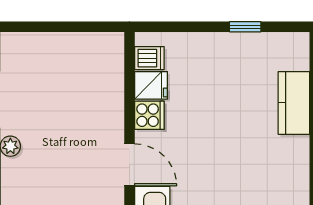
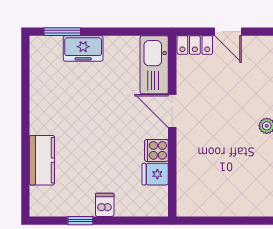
dishwasher: (149, 58) -> (105, 205), moved, turned 90

